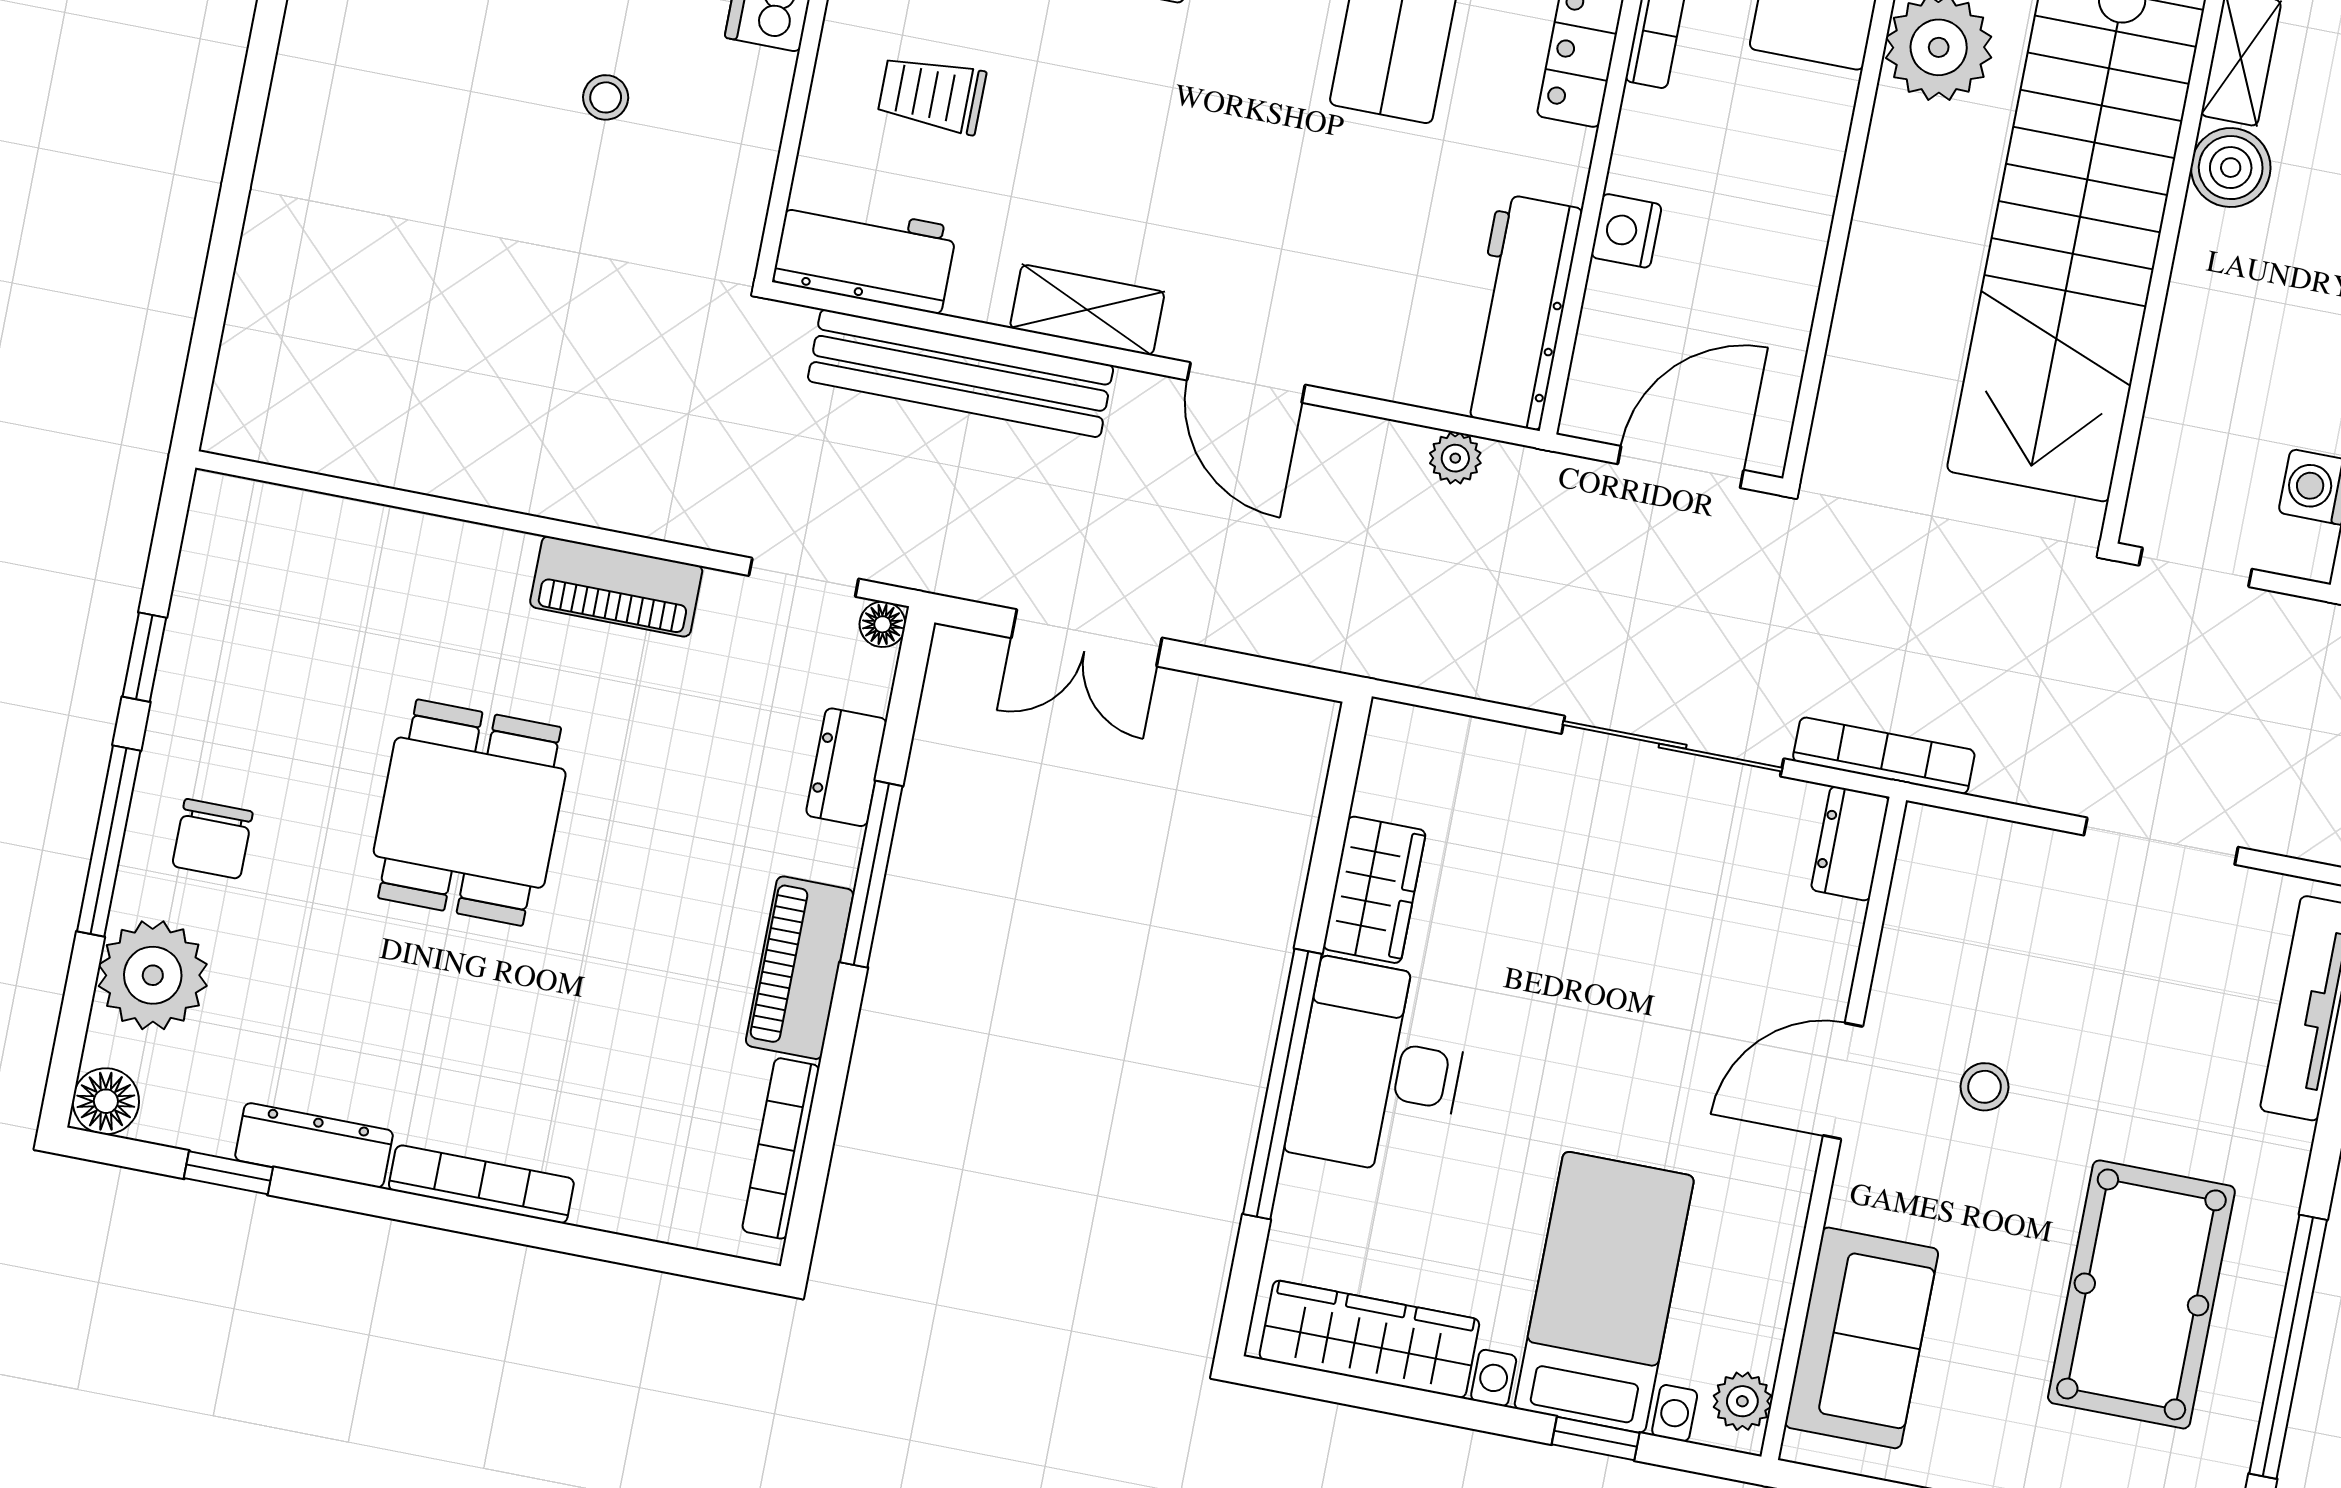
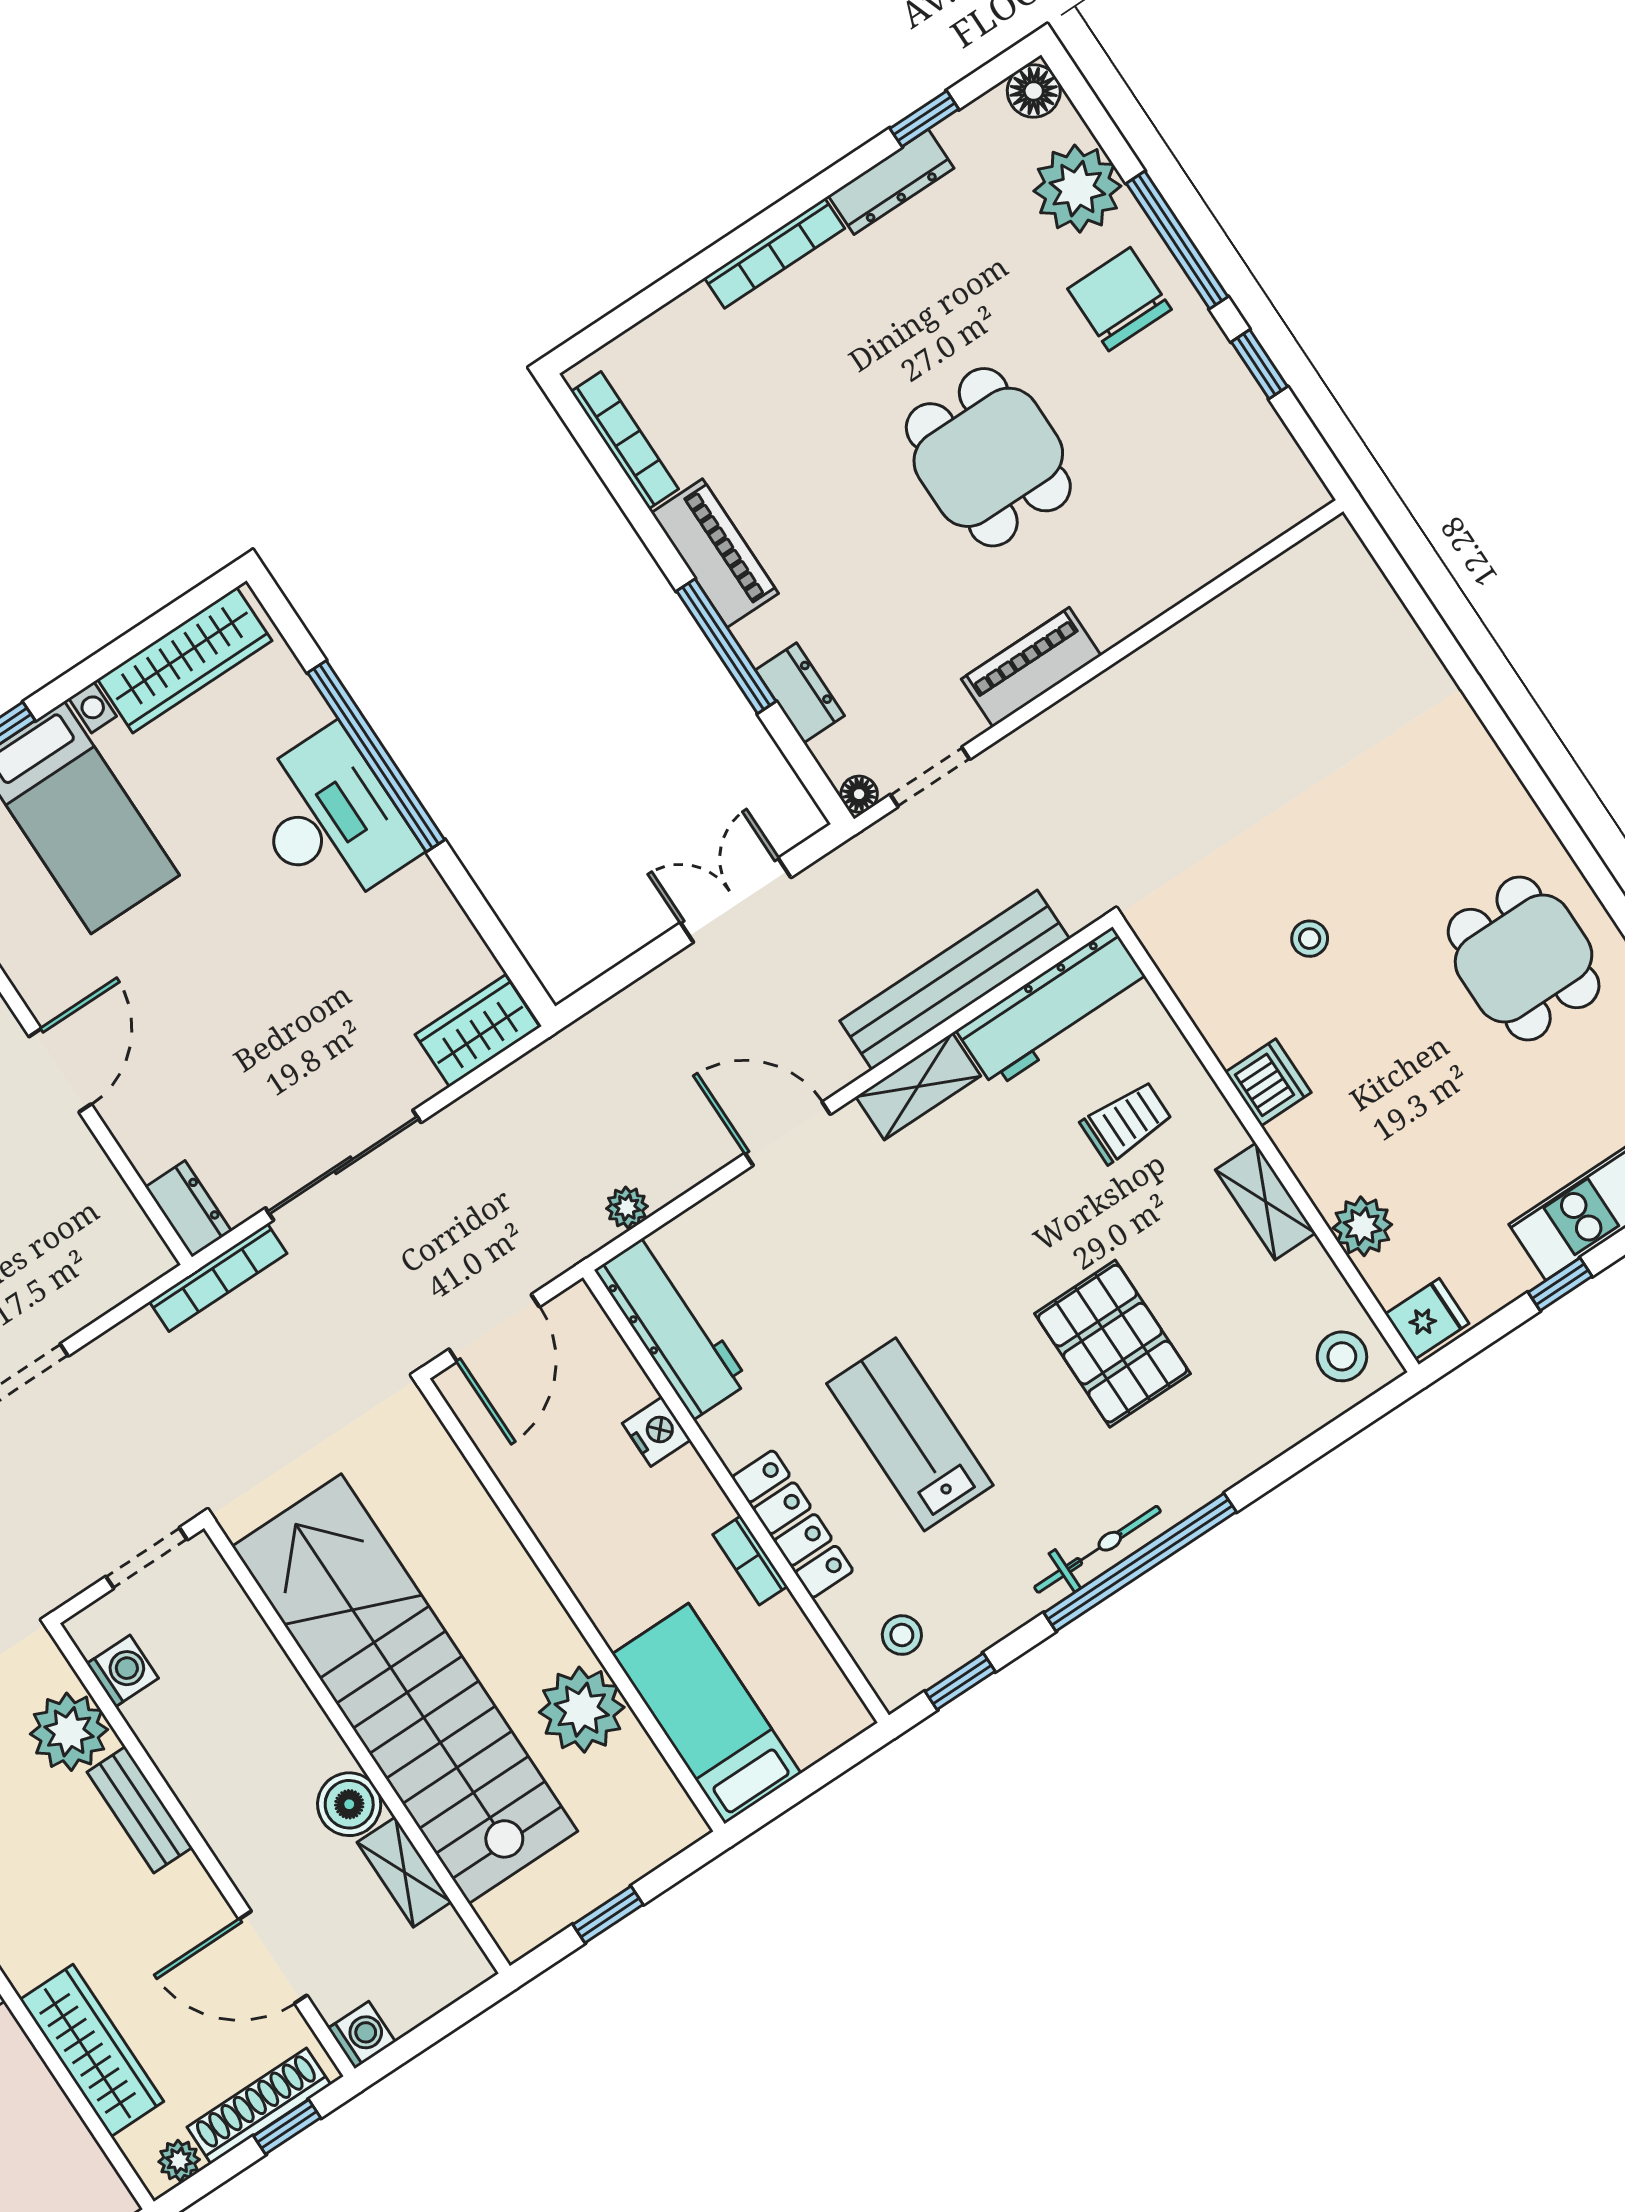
workbench: (865, 255) -> (1054, 1008), width x1.38
chair: (212, 839) -> (1119, 299), width x1.37, depth x1.37
wardrobe: (1374, 890) -> (477, 1031), moved, turned 90

